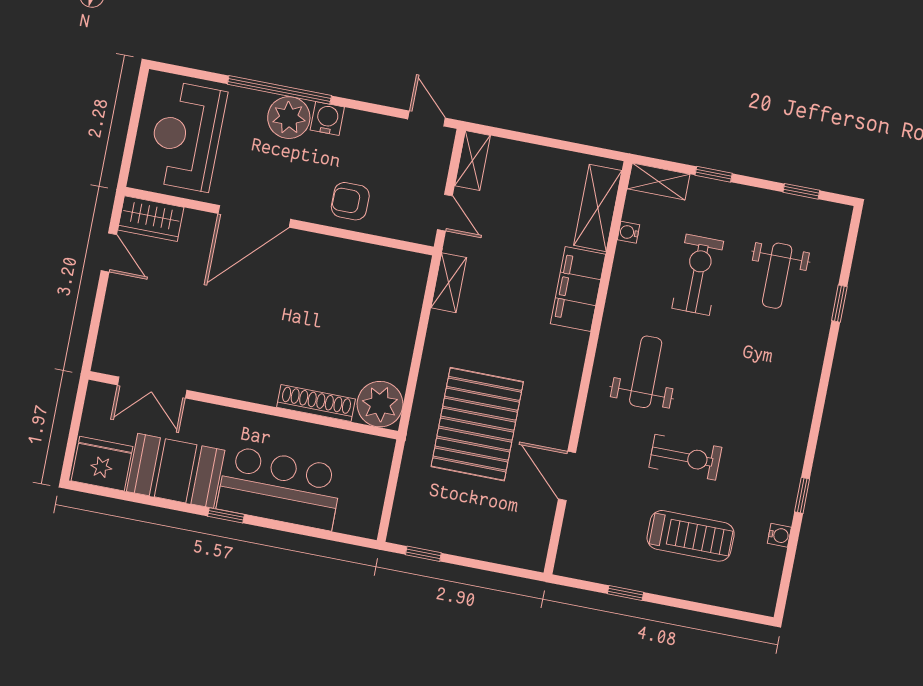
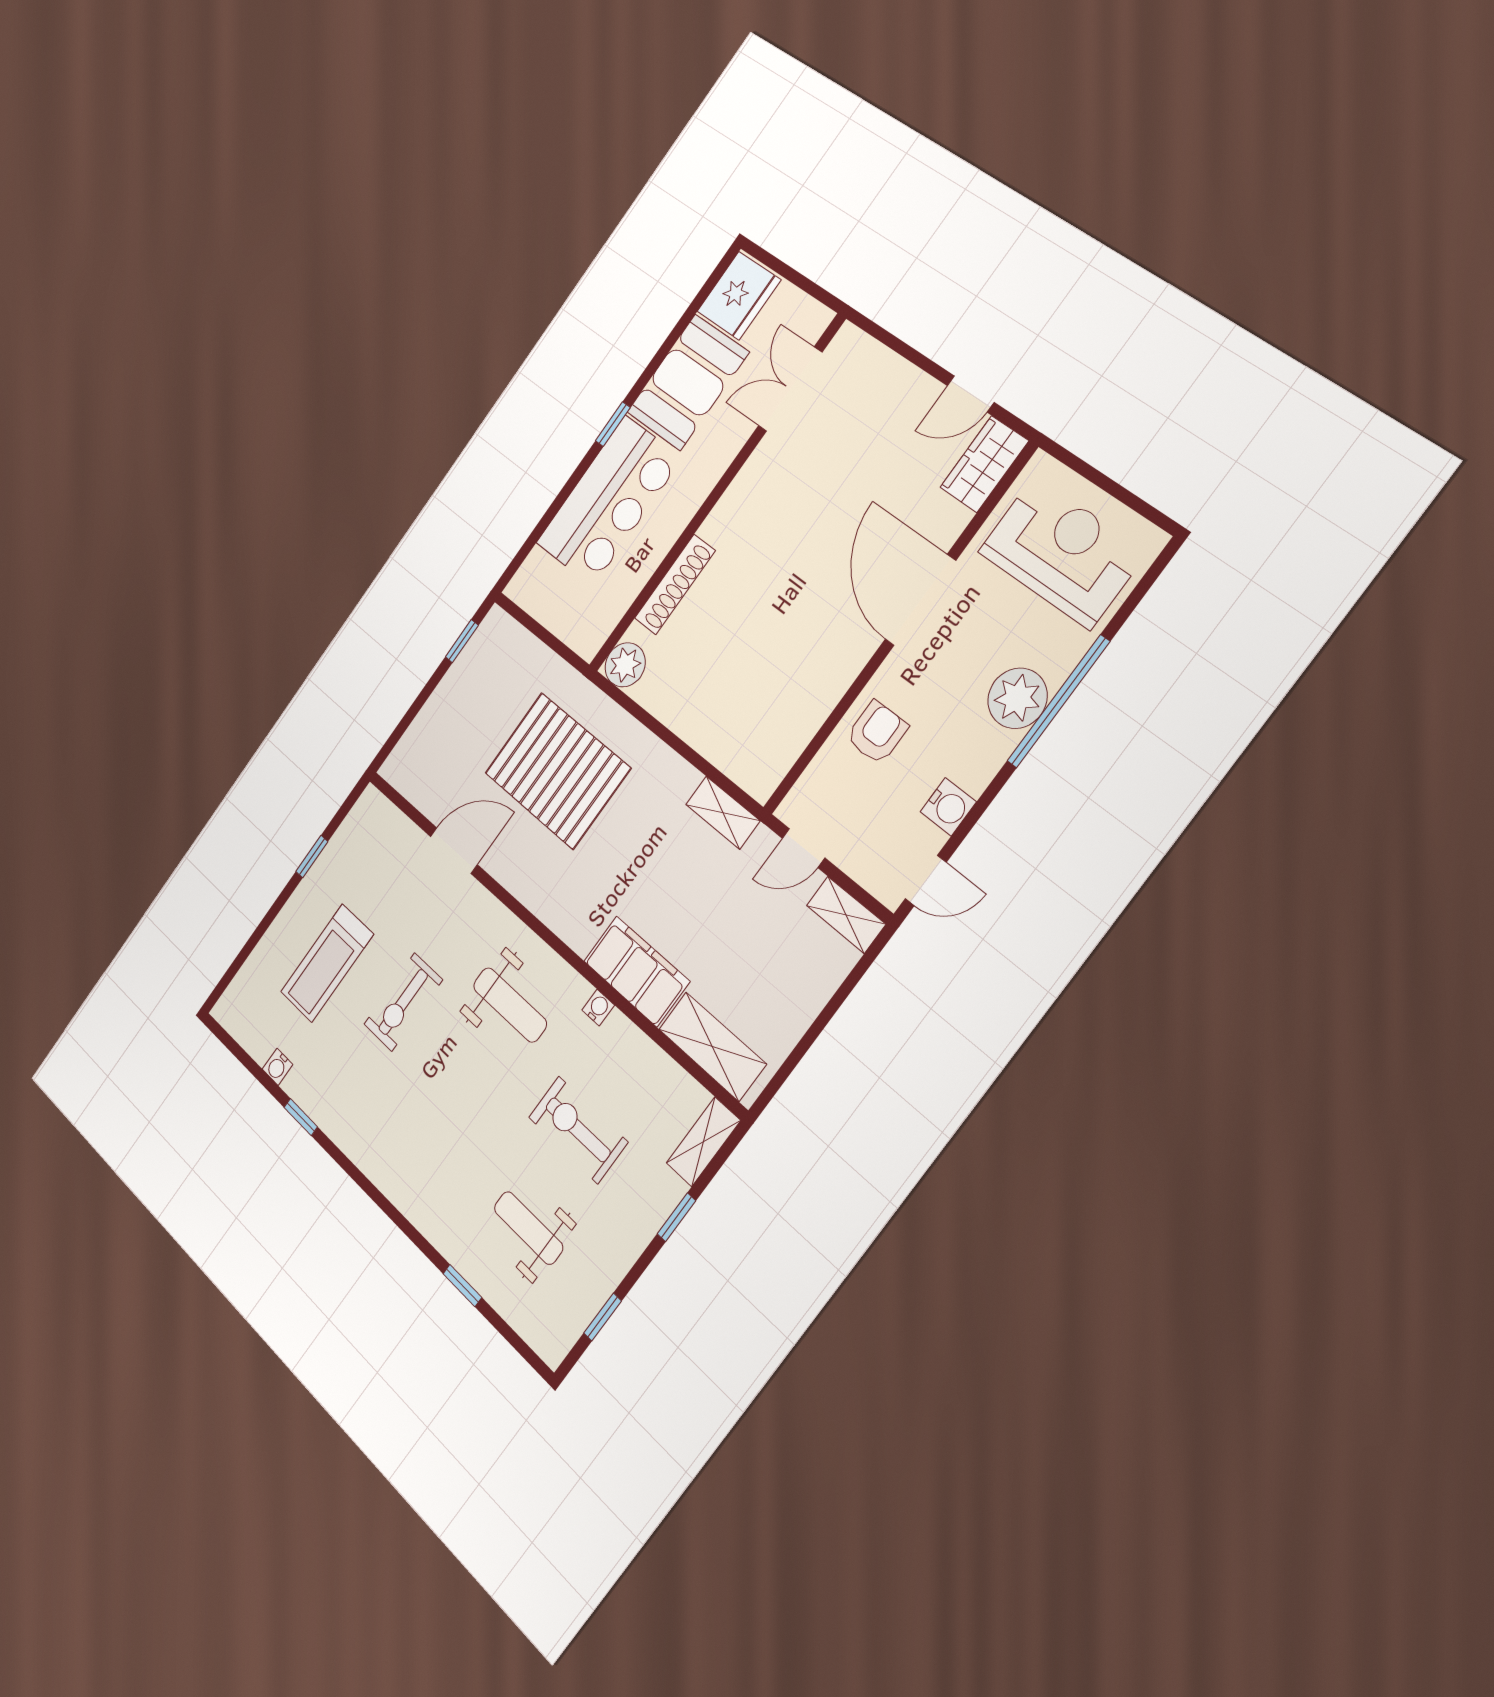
water cooler: (327, 119) -> (948, 807), moved
water cooler: (629, 232) -> (598, 1008), moved
exercise bike: (698, 275) -> (578, 1130), turned 180
plant: (380, 404) -> (625, 665), width x0.73, depth x0.73

